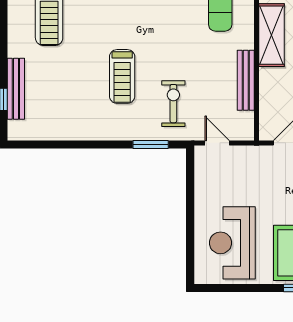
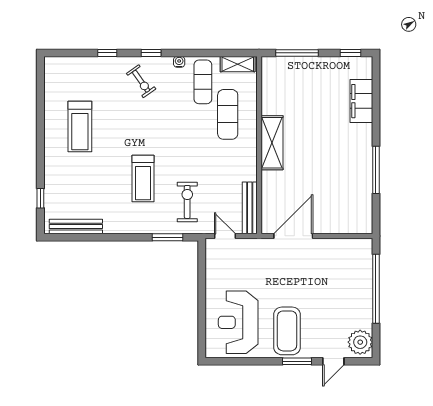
bench: (246, 80) -> (250, 208), moved
bench: (16, 89) -> (76, 227), moved, turned 90

